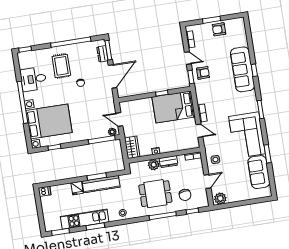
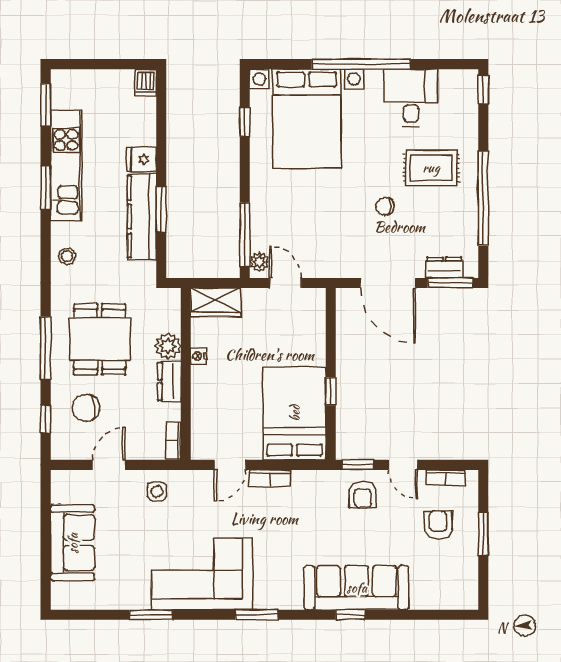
armchair: (219, 29) -> (438, 525), moved
door: (188, 58) -> (403, 465), hinge flipped
door: (119, 119) -> (285, 283), hinge flipped
sofa: (259, 172) -> (73, 543), moved, turned 90
door: (207, 181) -> (109, 465), swing flipped
plant: (220, 198) -> (65, 489), removed

